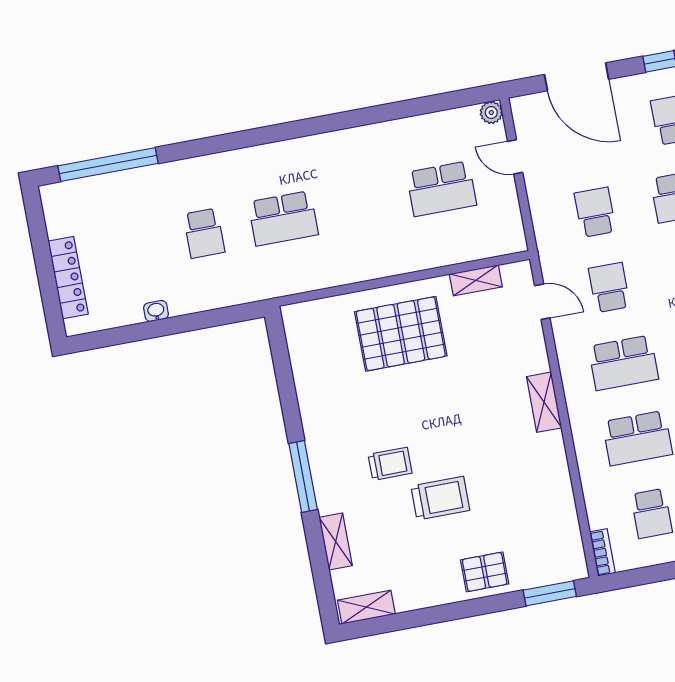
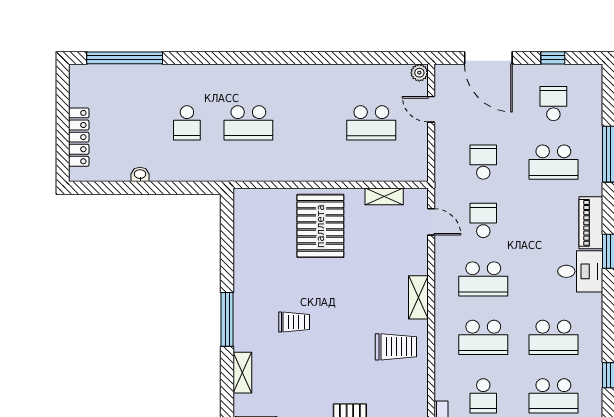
pallet: (401, 334) -> (320, 226), turned 90
trolley: (440, 498) -> (396, 347), moved

